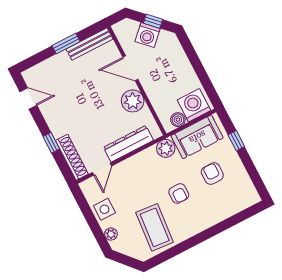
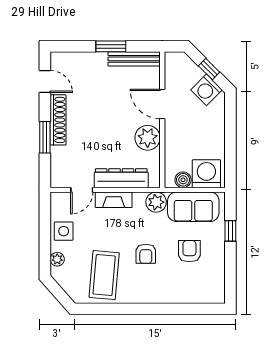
washing machine: (148, 35) -> (206, 90), moved
window: (51, 143) -> (45, 137), width x1.50
shoe rack: (72, 157) -> (58, 120), moved
fireplace: (131, 164) -> (114, 200), added

